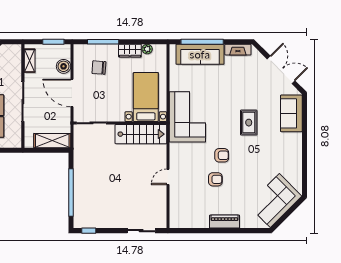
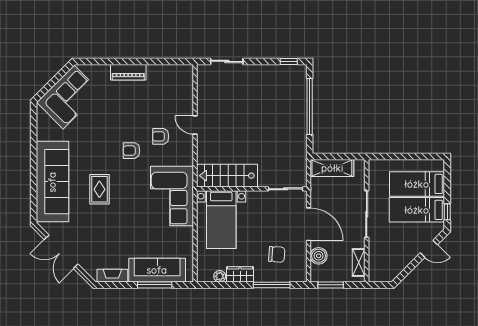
window: (202, 42) -> (155, 285), width x0.68
sofa: (291, 113) -> (52, 182), width x1.85, depth x1.27
door: (168, 177) -> (195, 125), swing flipped
armchair: (215, 179) -> (161, 136), moved

